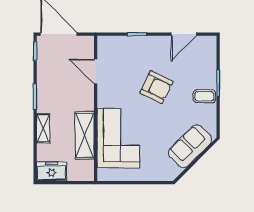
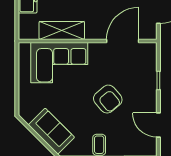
door: (96, 72) -> (123, 41), width x1.36
armchair: (157, 87) -> (108, 99), turned -66

